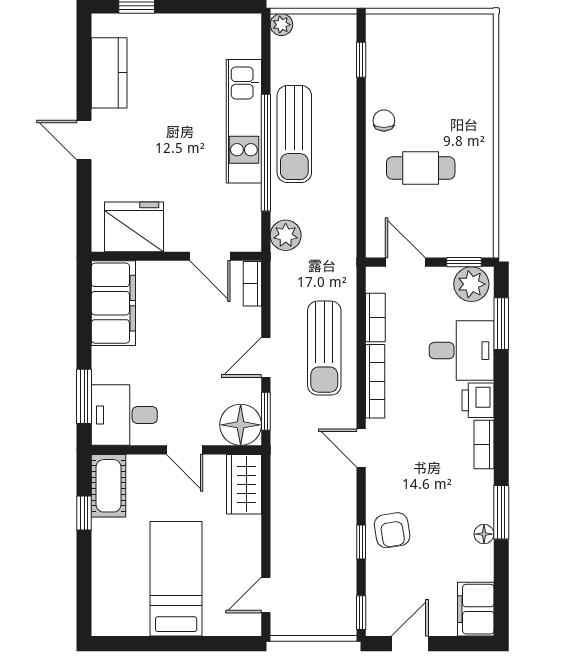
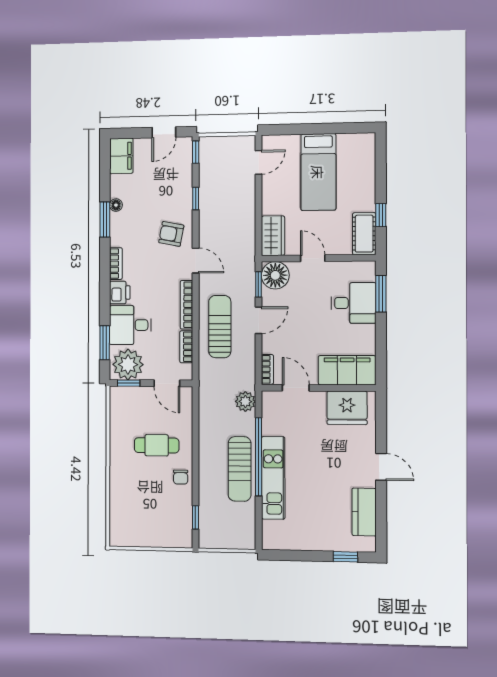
plant: (281, 25) -> (248, 542), removed
sun lounger: (294, 134) -> (240, 469), turned 180
plant: (471, 284) -> (128, 364), width x1.36, depth x1.36
filing cabinet: (113, 303) -> (347, 370), moved, turned 90
desk: (124, 415) -> (353, 303), moved
armchair: (392, 530) -> (171, 234), moved, turned -70

